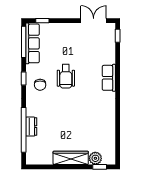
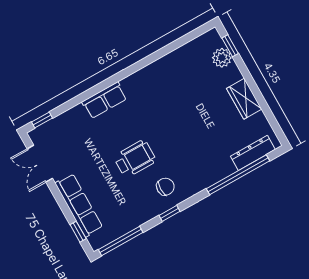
row of seats: (32, 43) -> (79, 205), moved, turned 90
dresser: (31, 127) -> (253, 153), moved, width x1.44
wardrobe: (71, 158) -> (244, 99), width x0.67

